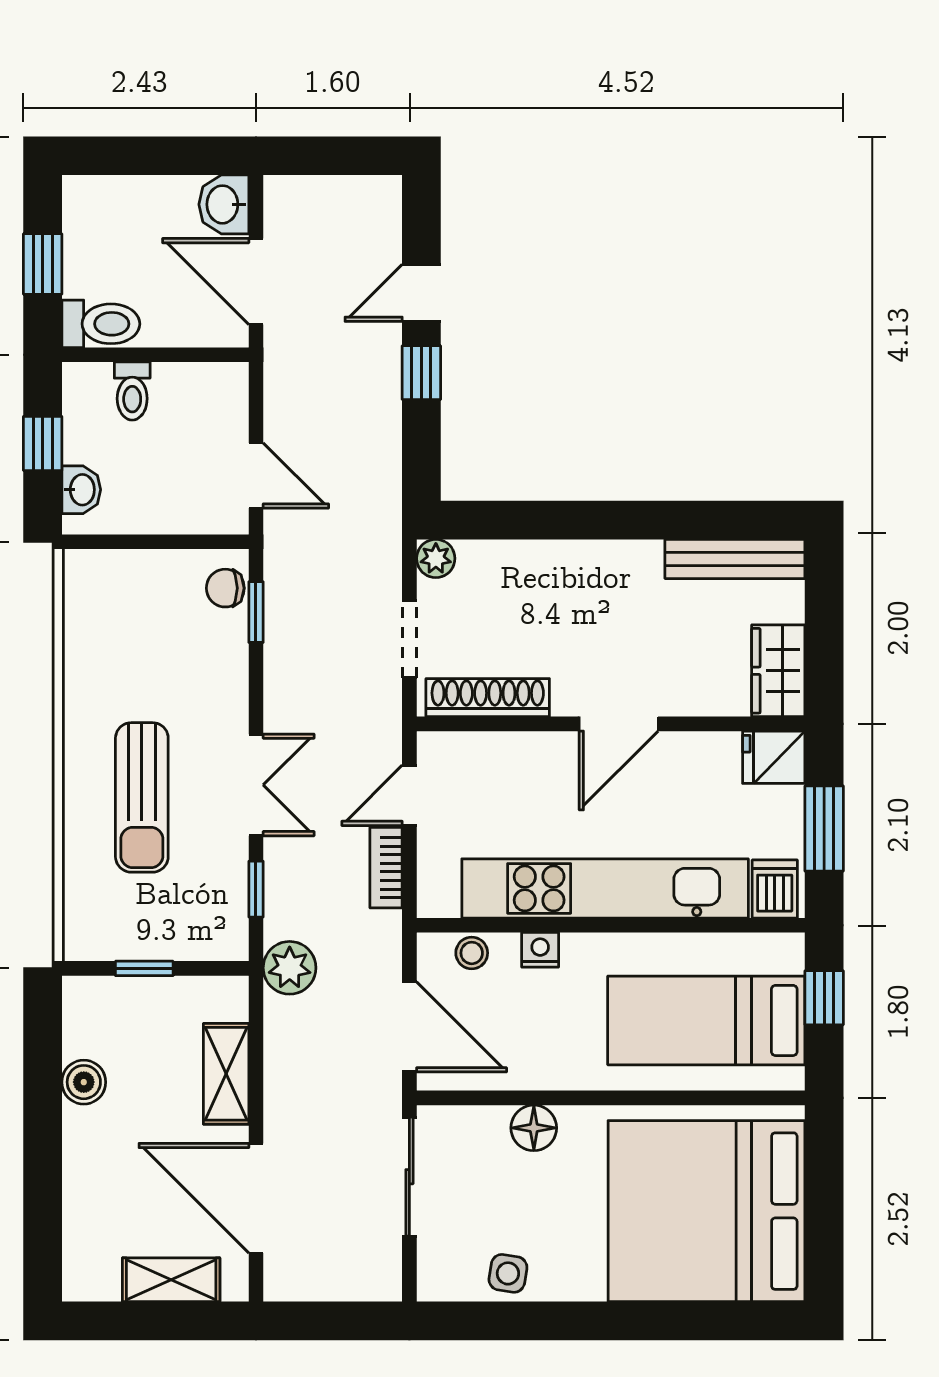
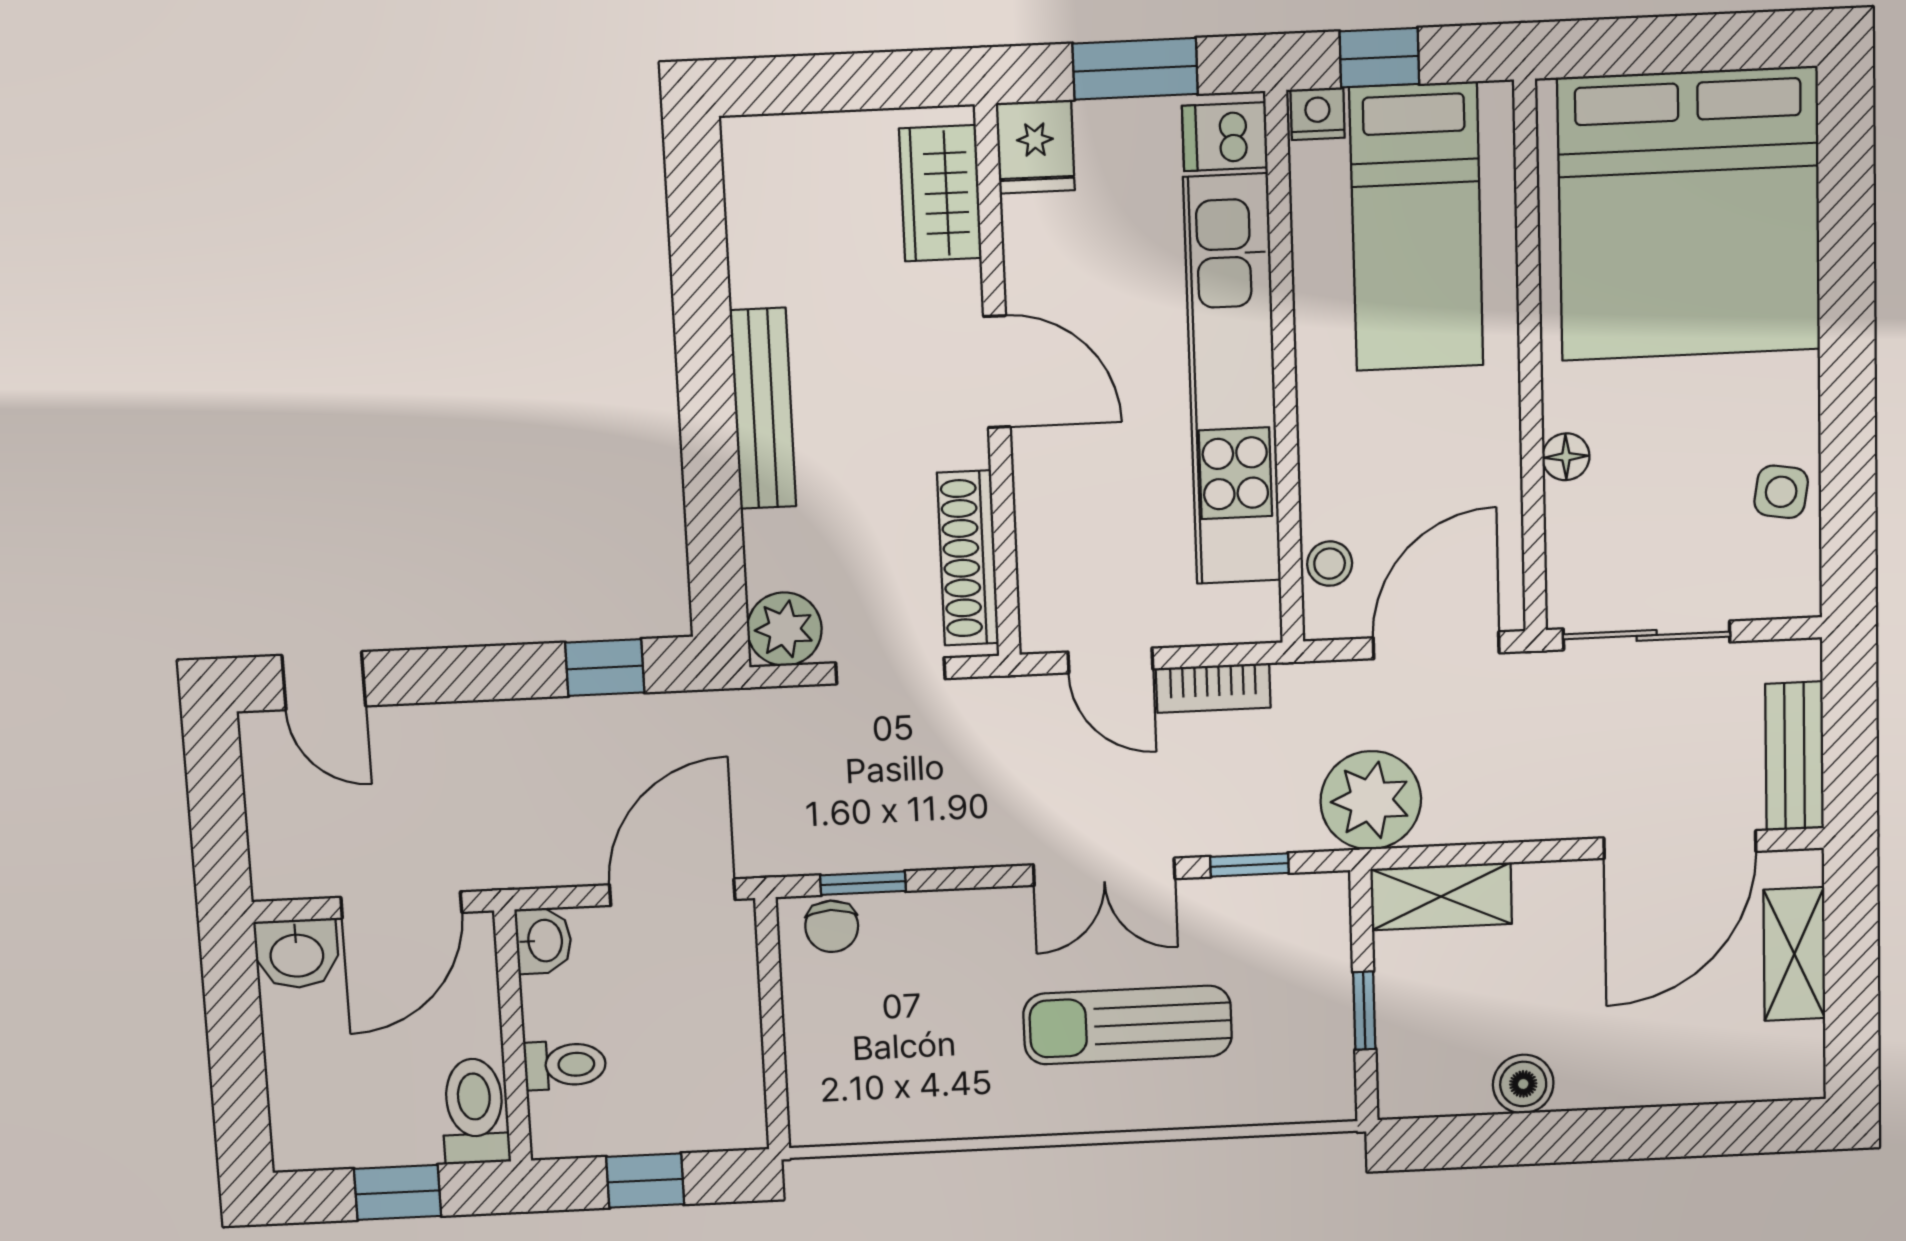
door: (421, 293) -> (324, 681), moved
window: (421, 373) -> (605, 668), moved
door: (256, 475) -> (672, 892), width x1.38
washbasin: (81, 490) -> (543, 941), moved, turned 90
plant: (436, 558) -> (784, 629), width x1.38, depth x1.38
bench: (735, 559) -> (763, 408), moved
wardrobe: (778, 671) -> (940, 193), moved, turned 90
double door: (256, 785) -> (1104, 872), swing flipped
sun lounger: (142, 797) -> (1128, 1025), turned 180
nightstand: (540, 950) -> (1318, 114), moved, turned 90
plant: (290, 968) -> (1371, 800), width x1.36, depth x1.36
shelving: (226, 1074) -> (1441, 896), moved
floor lamp: (534, 1128) -> (1566, 457), width x0.73, depth x0.73
bench: (317, 1281) -> (1795, 756), added

